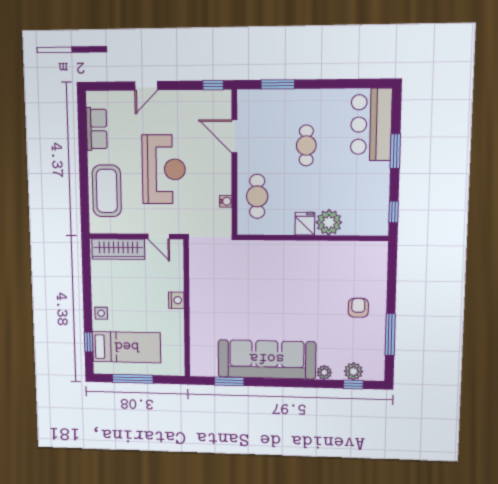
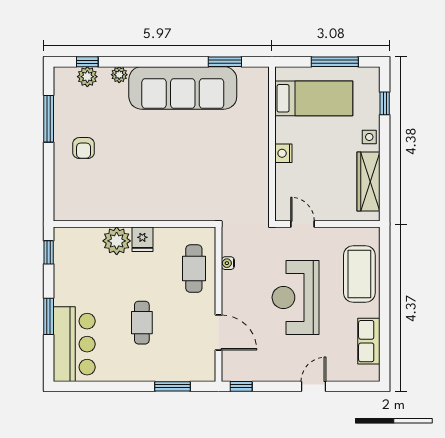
wardrobe: (118, 249) -> (368, 182), moved, turned -90
bed: (127, 347) -> (314, 98), moved, turned 180

